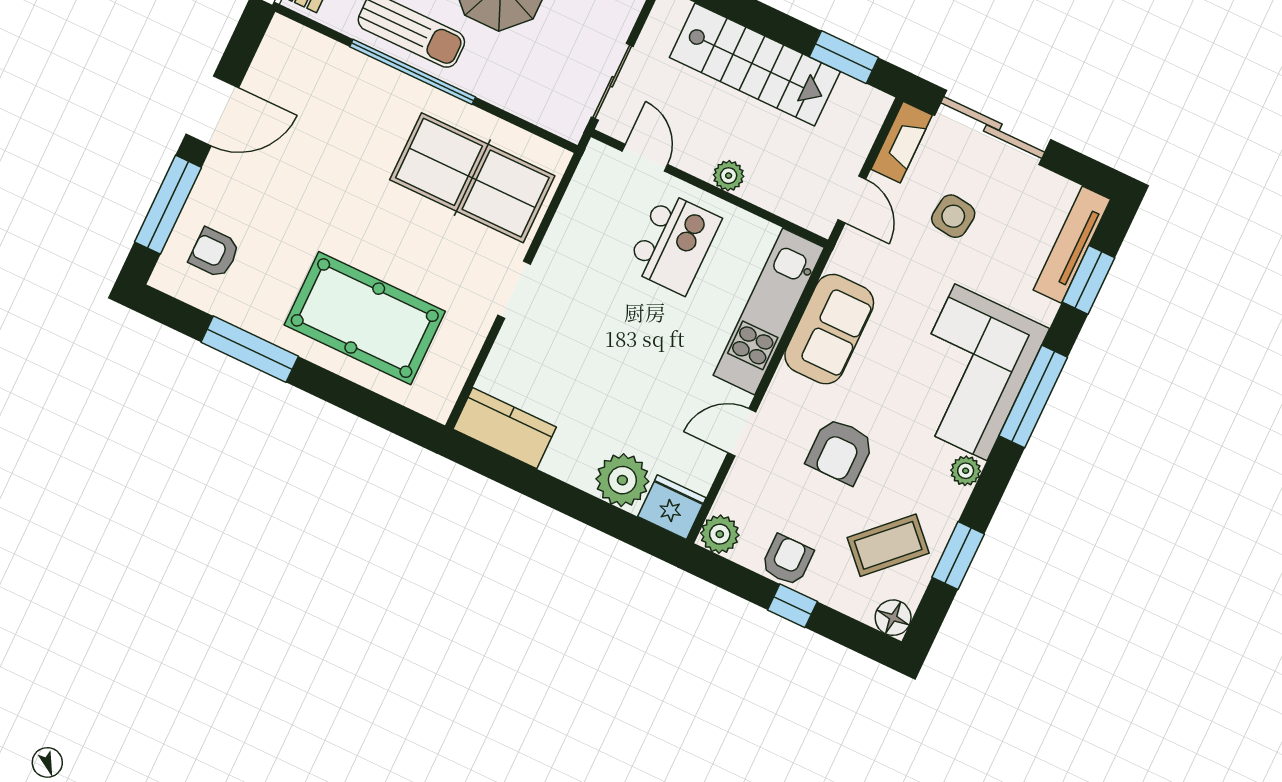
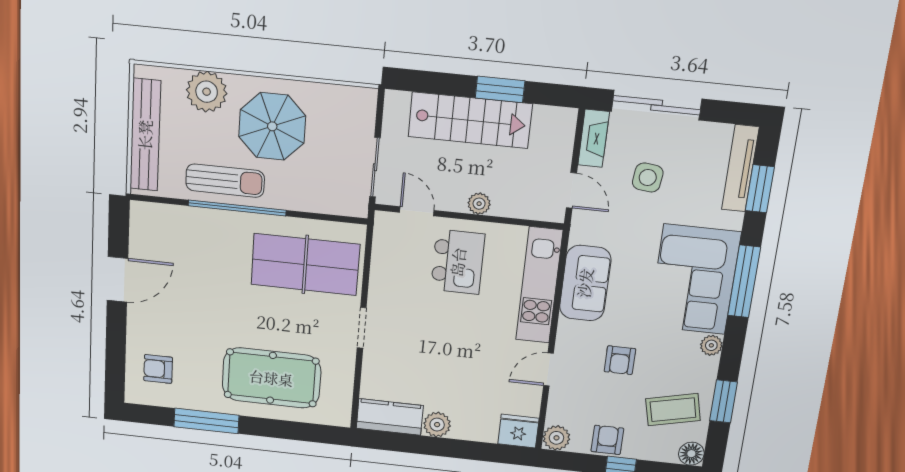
window: (844, 57) -> (500, 89), moved
window: (168, 205) -> (116, 349), removed
armchair: (840, 451) -> (620, 360), width x0.72, depth x0.72
plant: (622, 480) -> (437, 425), moved, width x0.73, depth x0.73
coffee table: (888, 545) -> (673, 410), turned 31

